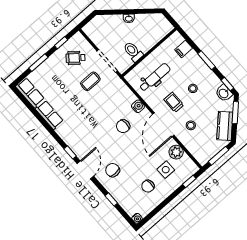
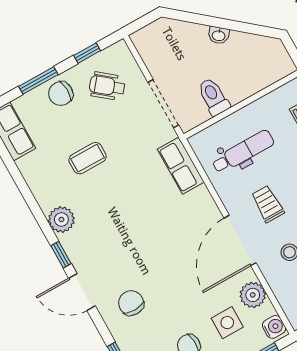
coffee table: (90, 81) -> (88, 158), moved
water cooler: (138, 106) -> (274, 327), moved
row of seats: (49, 115) -> (181, 166), moved, turned 180
chair: (123, 126) -> (61, 94), moved
plant: (66, 134) -> (61, 220), added
door: (85, 170) -> (82, 292), swing flipped

